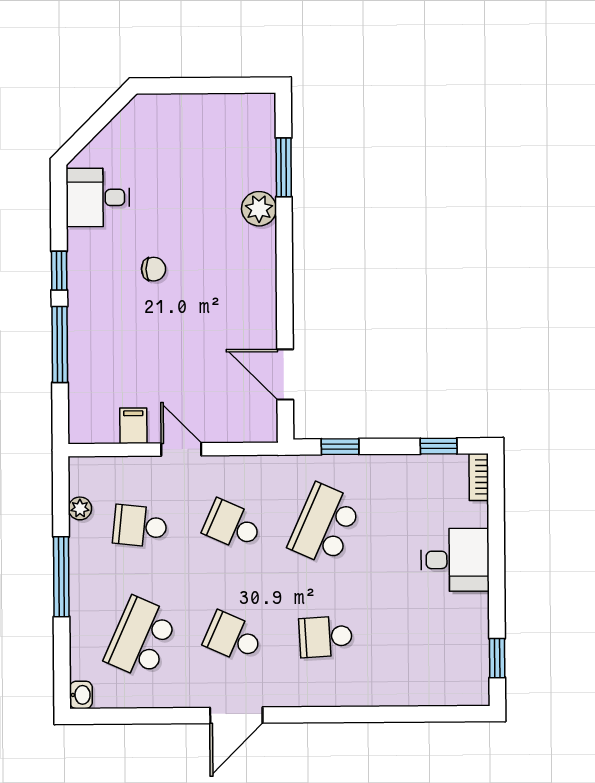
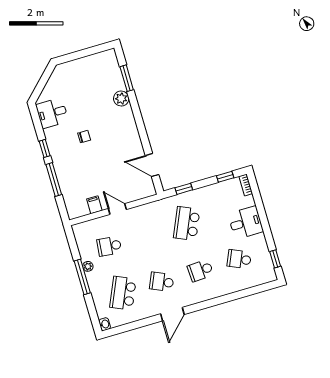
plant: (80, 508) -> (88, 266), moved
school desk: (232, 525) -> (239, 259), moved

